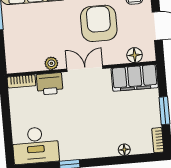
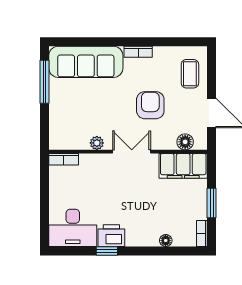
armchair: (99, 23) -> (150, 105), width x0.73, depth x0.73
printer: (50, 84) -> (111, 236), moved, turned 180

